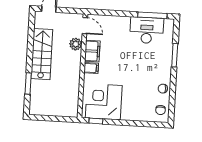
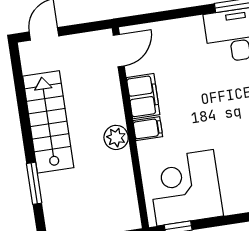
door: (85, 26) -> (119, 51), hinge flipped
plant: (76, 44) -> (116, 137), moved

